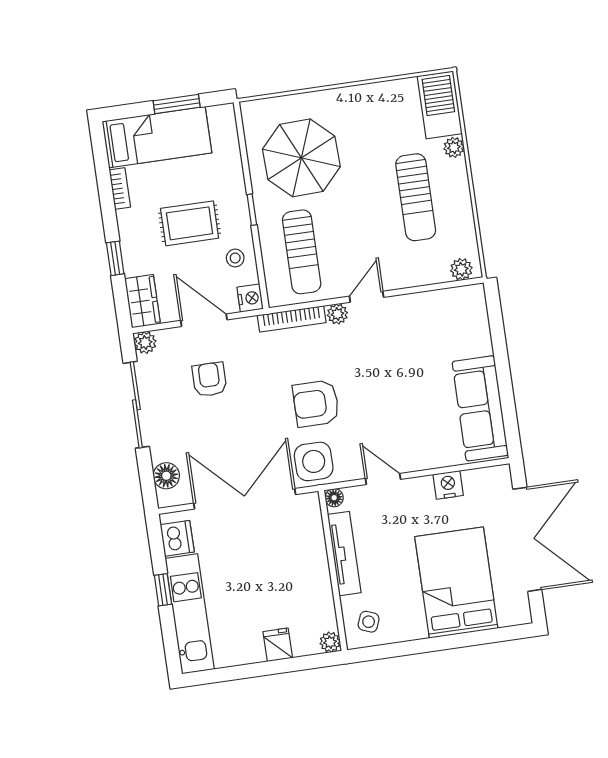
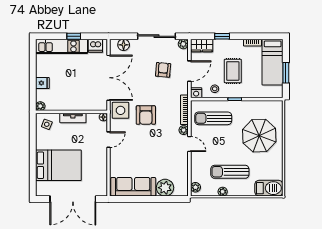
plant: (454, 147) -> (223, 192), moved
parasol: (301, 158) -> (259, 136), moved
plant: (472, 337) -> (165, 188), added
armchair: (209, 379) -> (163, 70), turned -85
armchair: (316, 403) -> (146, 115), turned 180
nightstand: (448, 485) -> (102, 168), removed
tv unit: (344, 554) -> (73, 118), width x0.71

